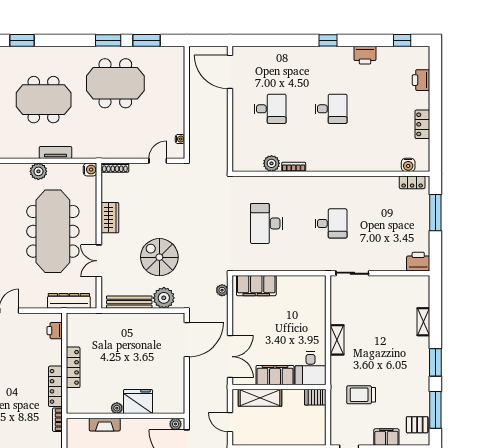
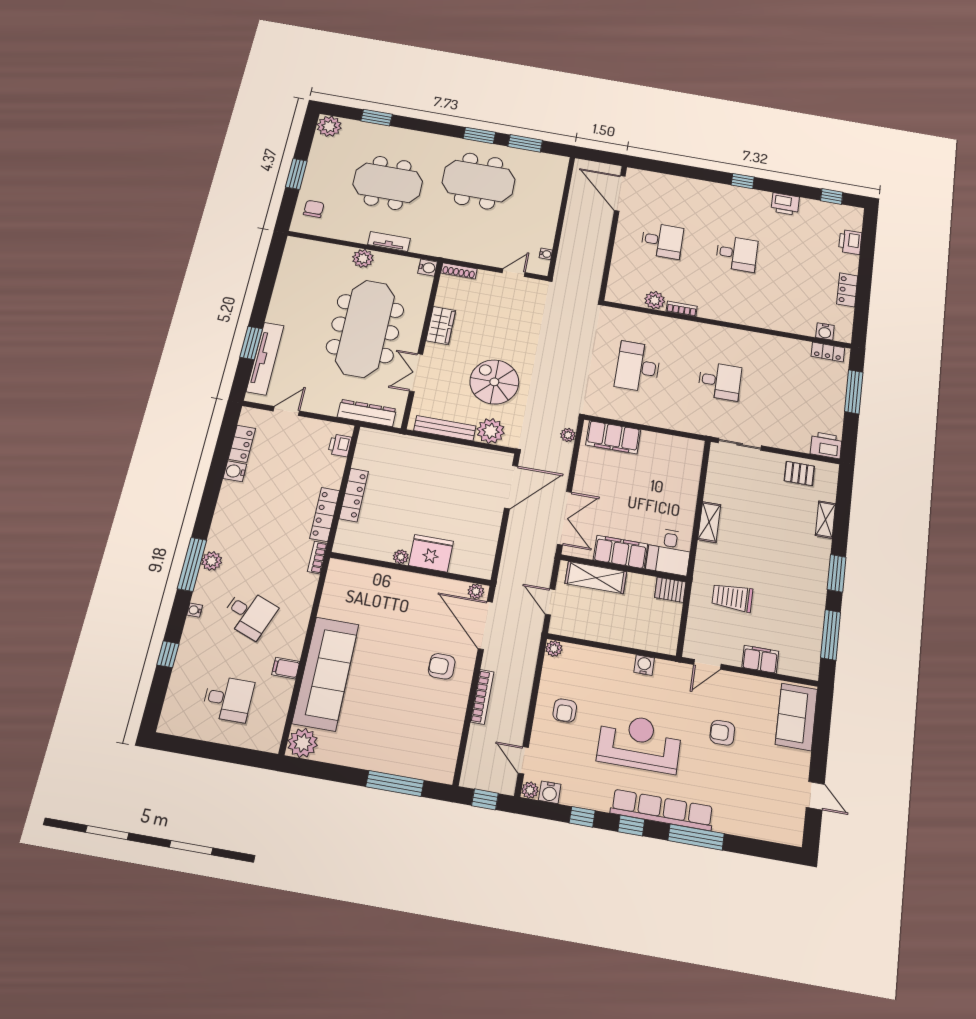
fireplace: (105, 425) -> (380, 575), removed
pallet: (417, 425) -> (799, 473), moved

